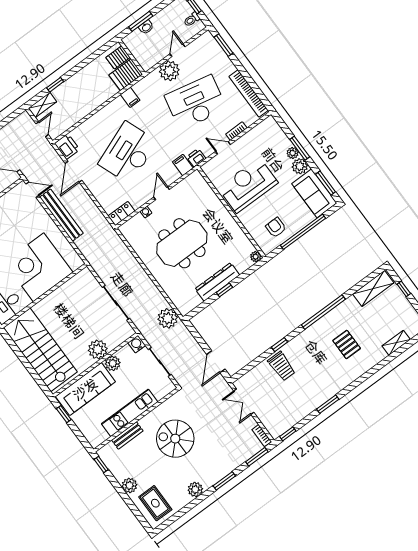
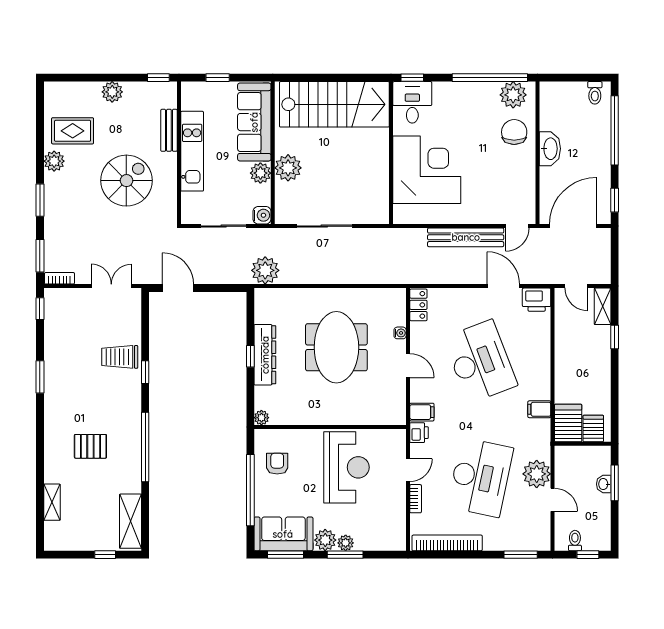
armchair: (276, 227) -> (277, 464), turned -90
window: (64, 414) -> (218, 78), moved
rug: (155, 503) -> (73, 131), moved

